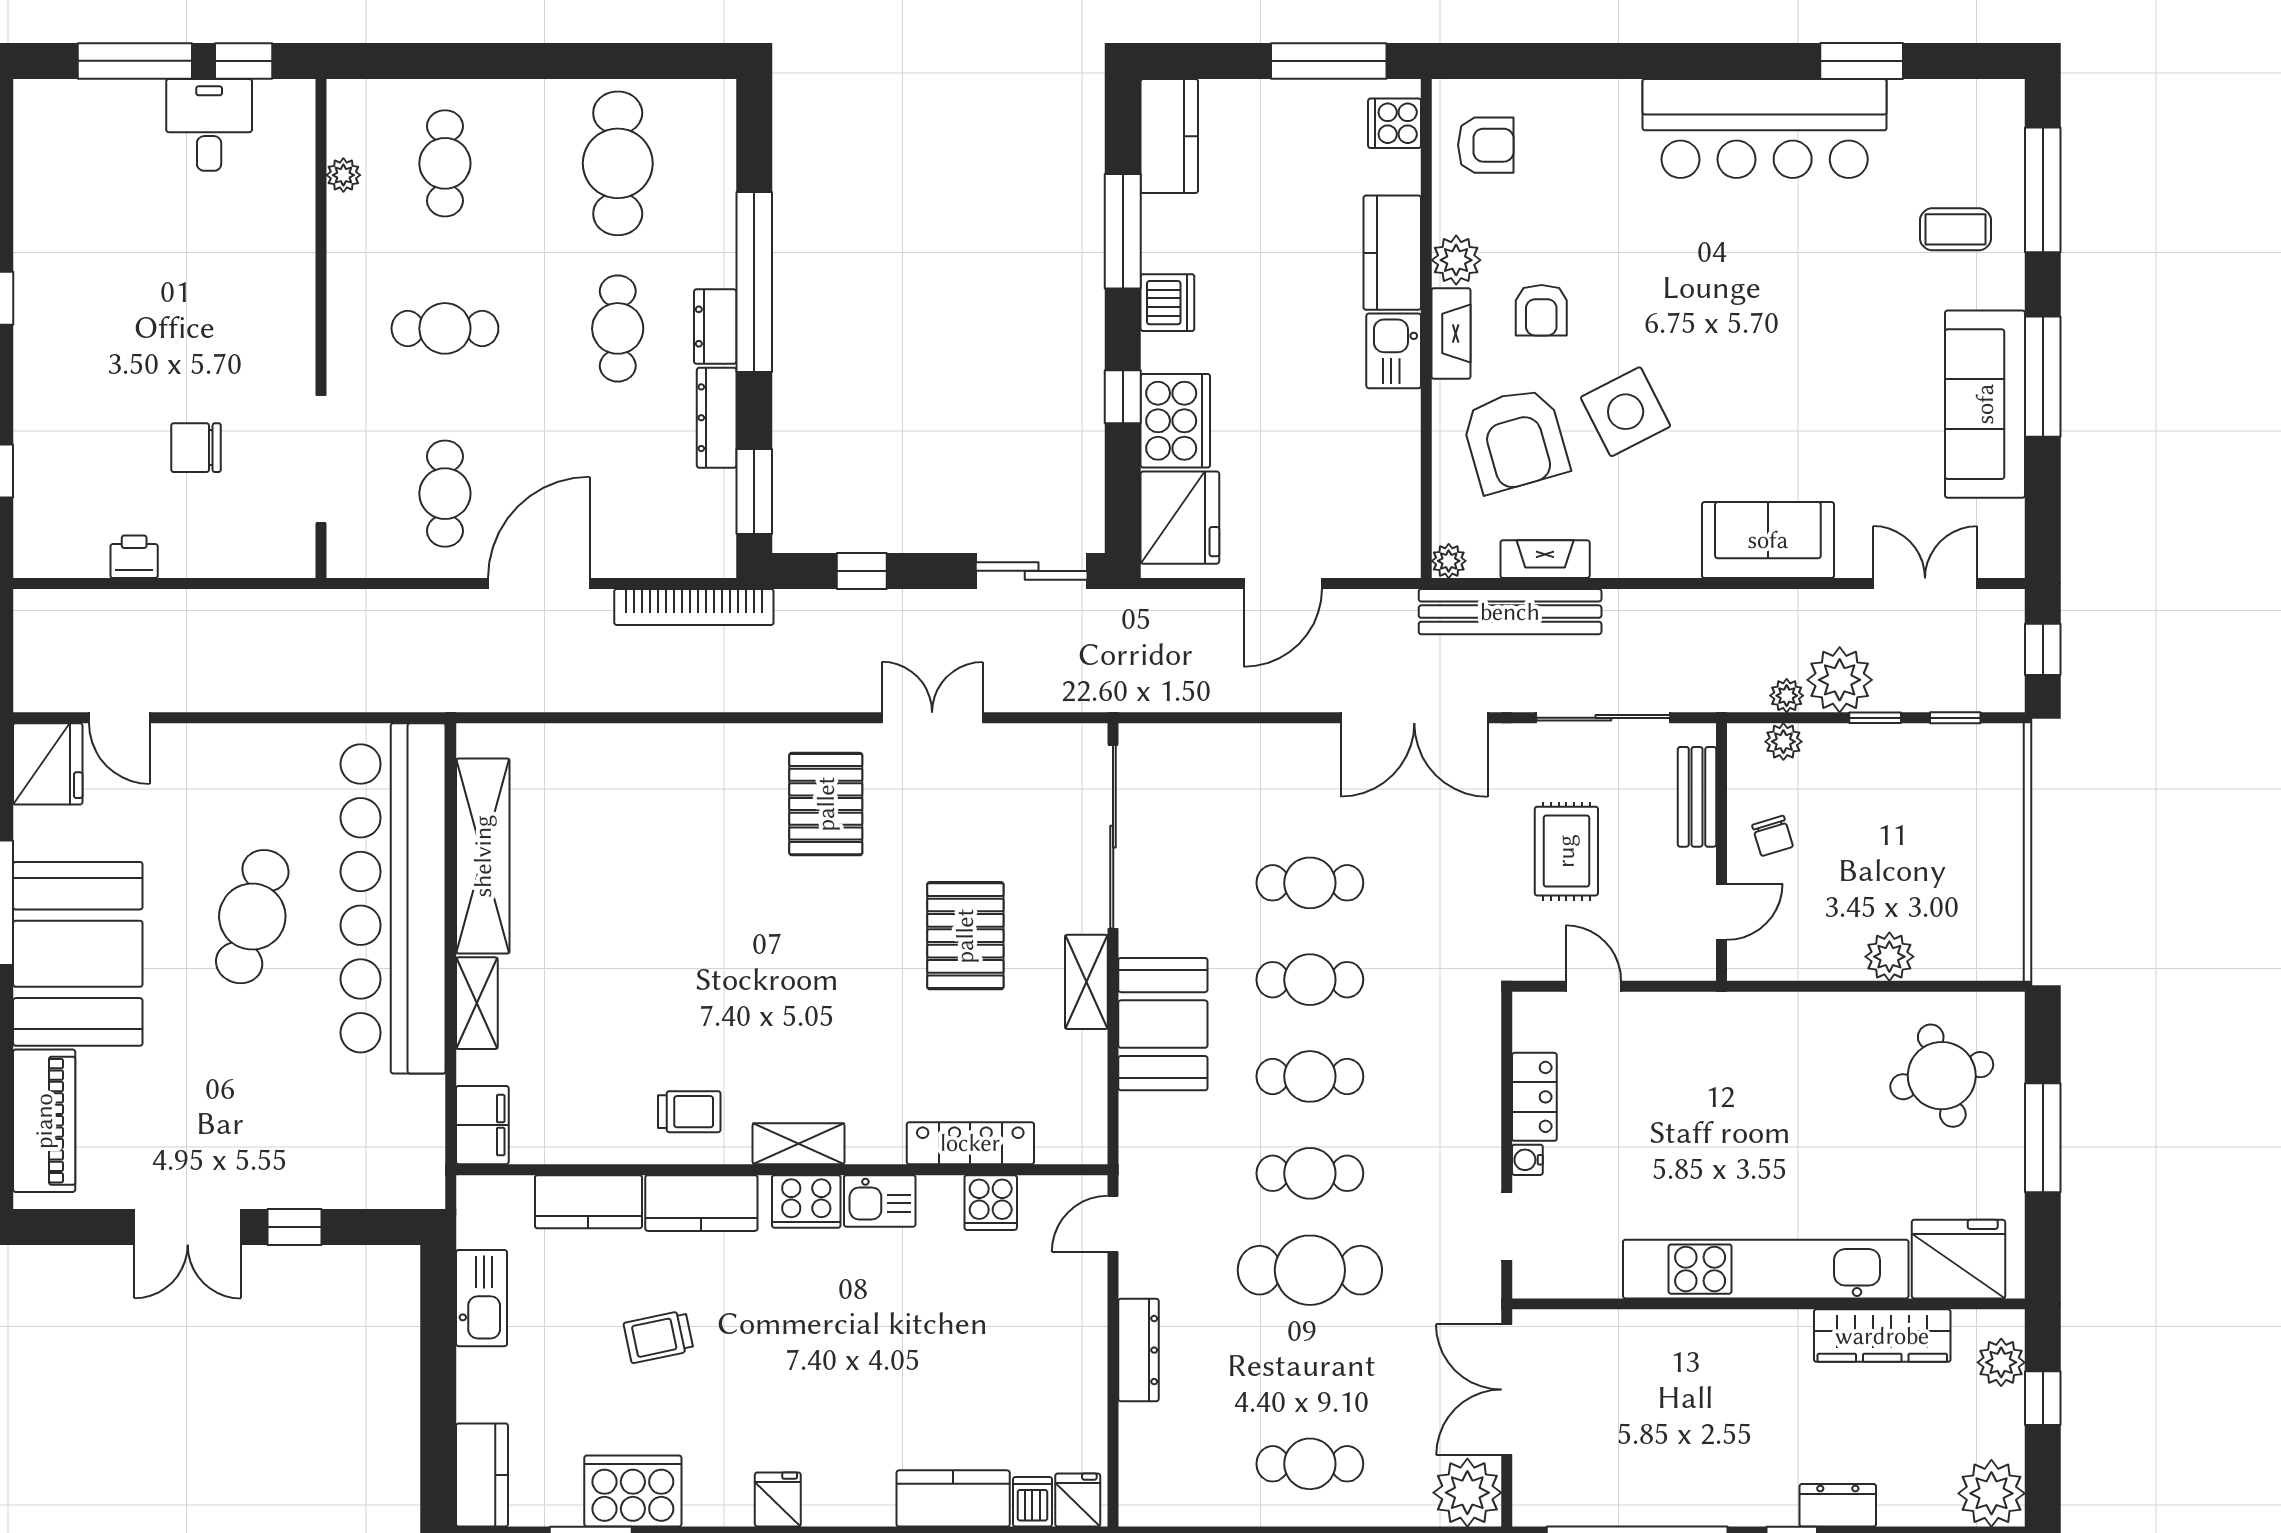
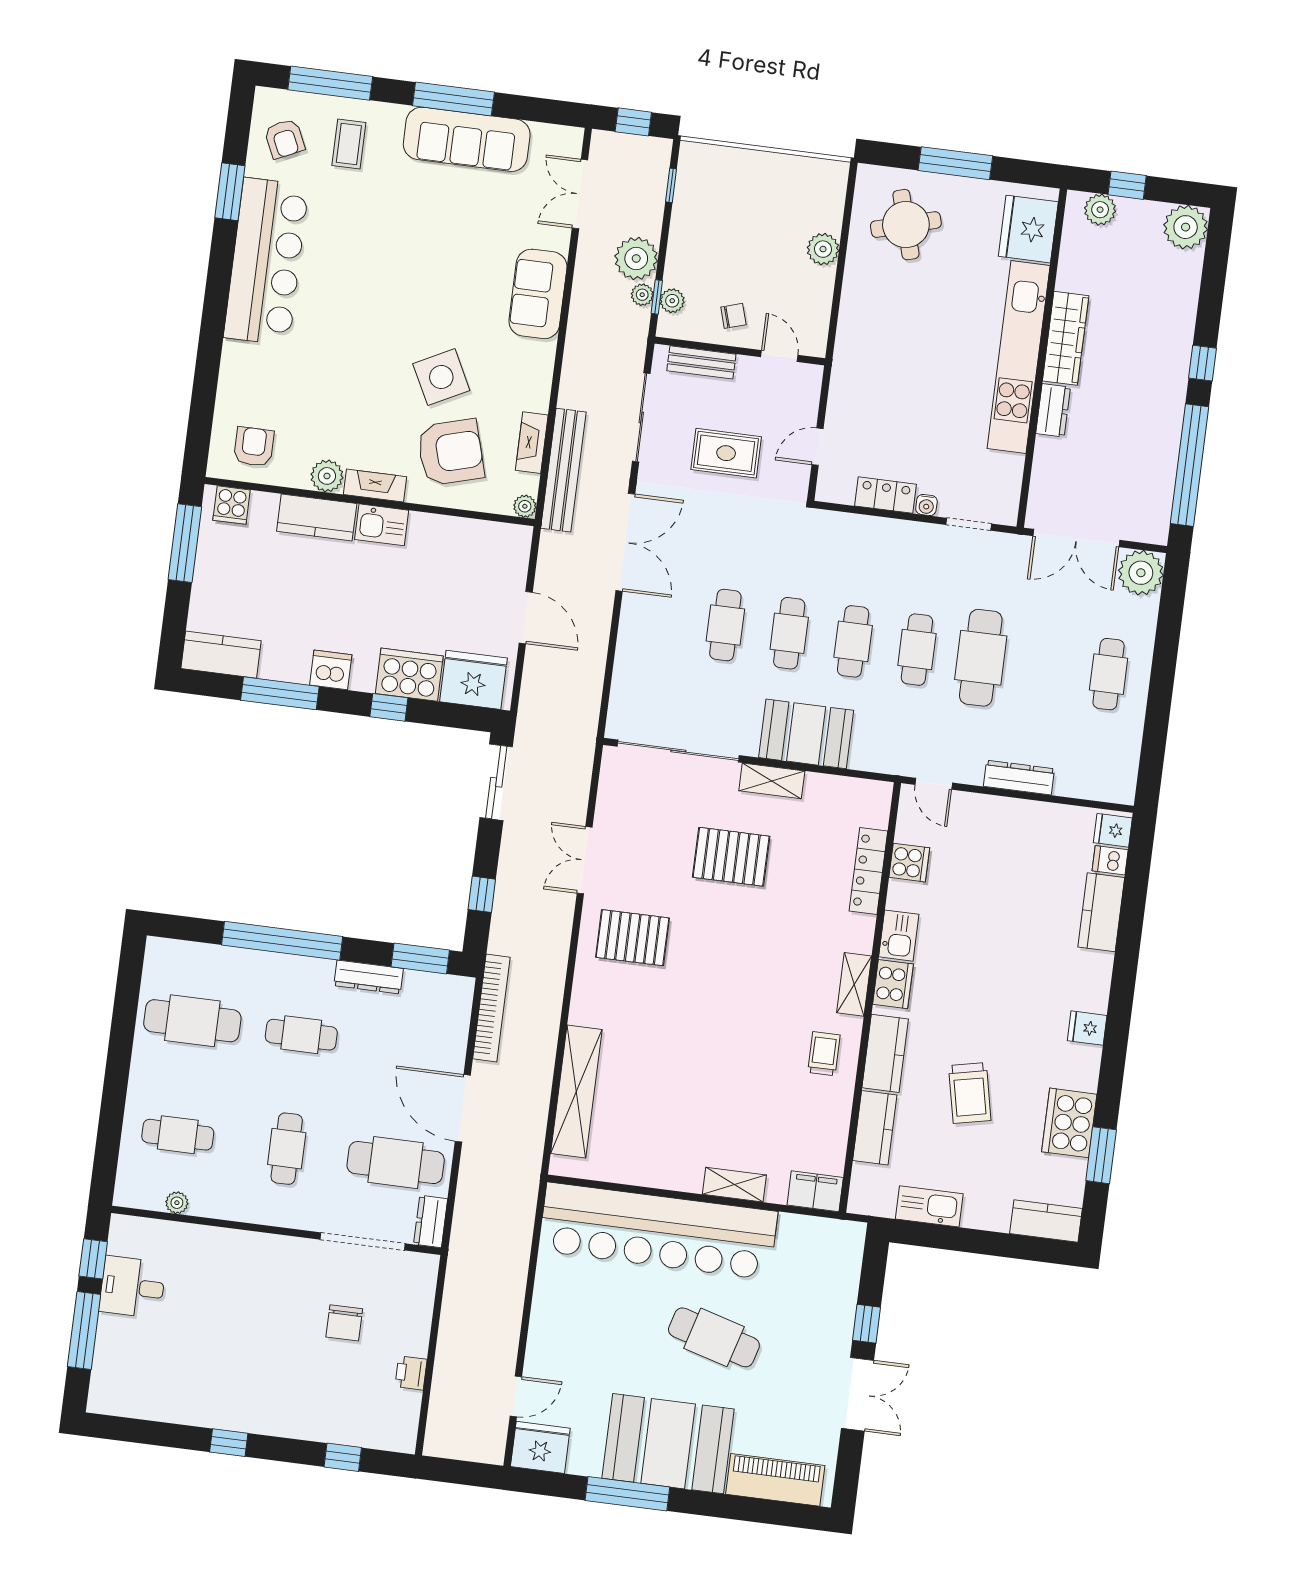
armchair: (1541, 310) -> (285, 139), moved, turned 65
dresser: (715, 327) -> (431, 1221), moved, turned 90
cafe table: (445, 494) -> (396, 1163), width x1.37, depth x1.35
window: (1875, 718) -> (657, 297), moved
shelving: (483, 856) -> (576, 1092), moved, turned 90
cafe table: (252, 917) -> (714, 1337), moved
wardrobe: (1882, 1336) -> (1066, 338), moved
trolley: (659, 1337) -> (970, 1093), width x1.36, depth x1.39
dresser: (1838, 1505) -> (1053, 410), moved, turned 180

